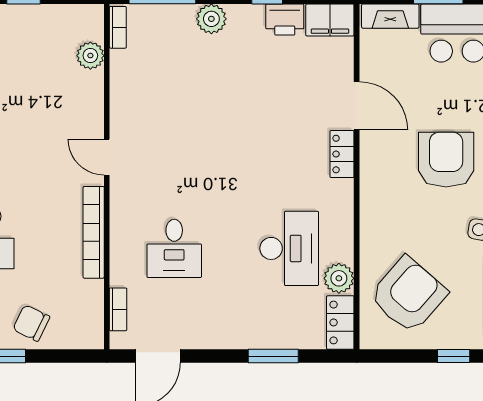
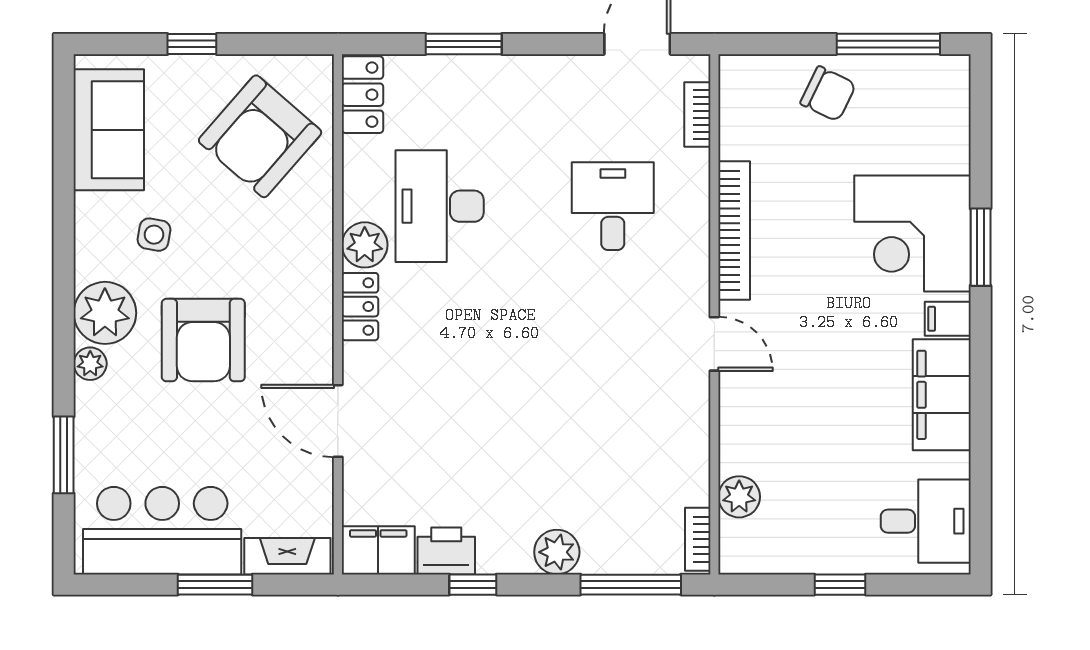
locker: (342, 154) -> (360, 307), moved
plant: (339, 278) -> (365, 245), moved

